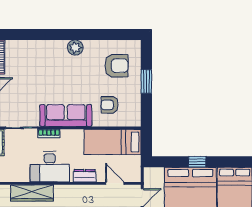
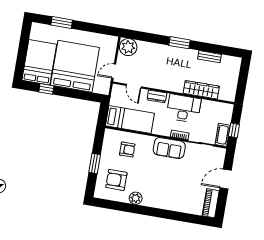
plant: (75, 48) -> (136, 198), moved
sofa: (66, 115) -> (169, 148), width x0.73
window: (197, 162) -> (46, 89), moved

